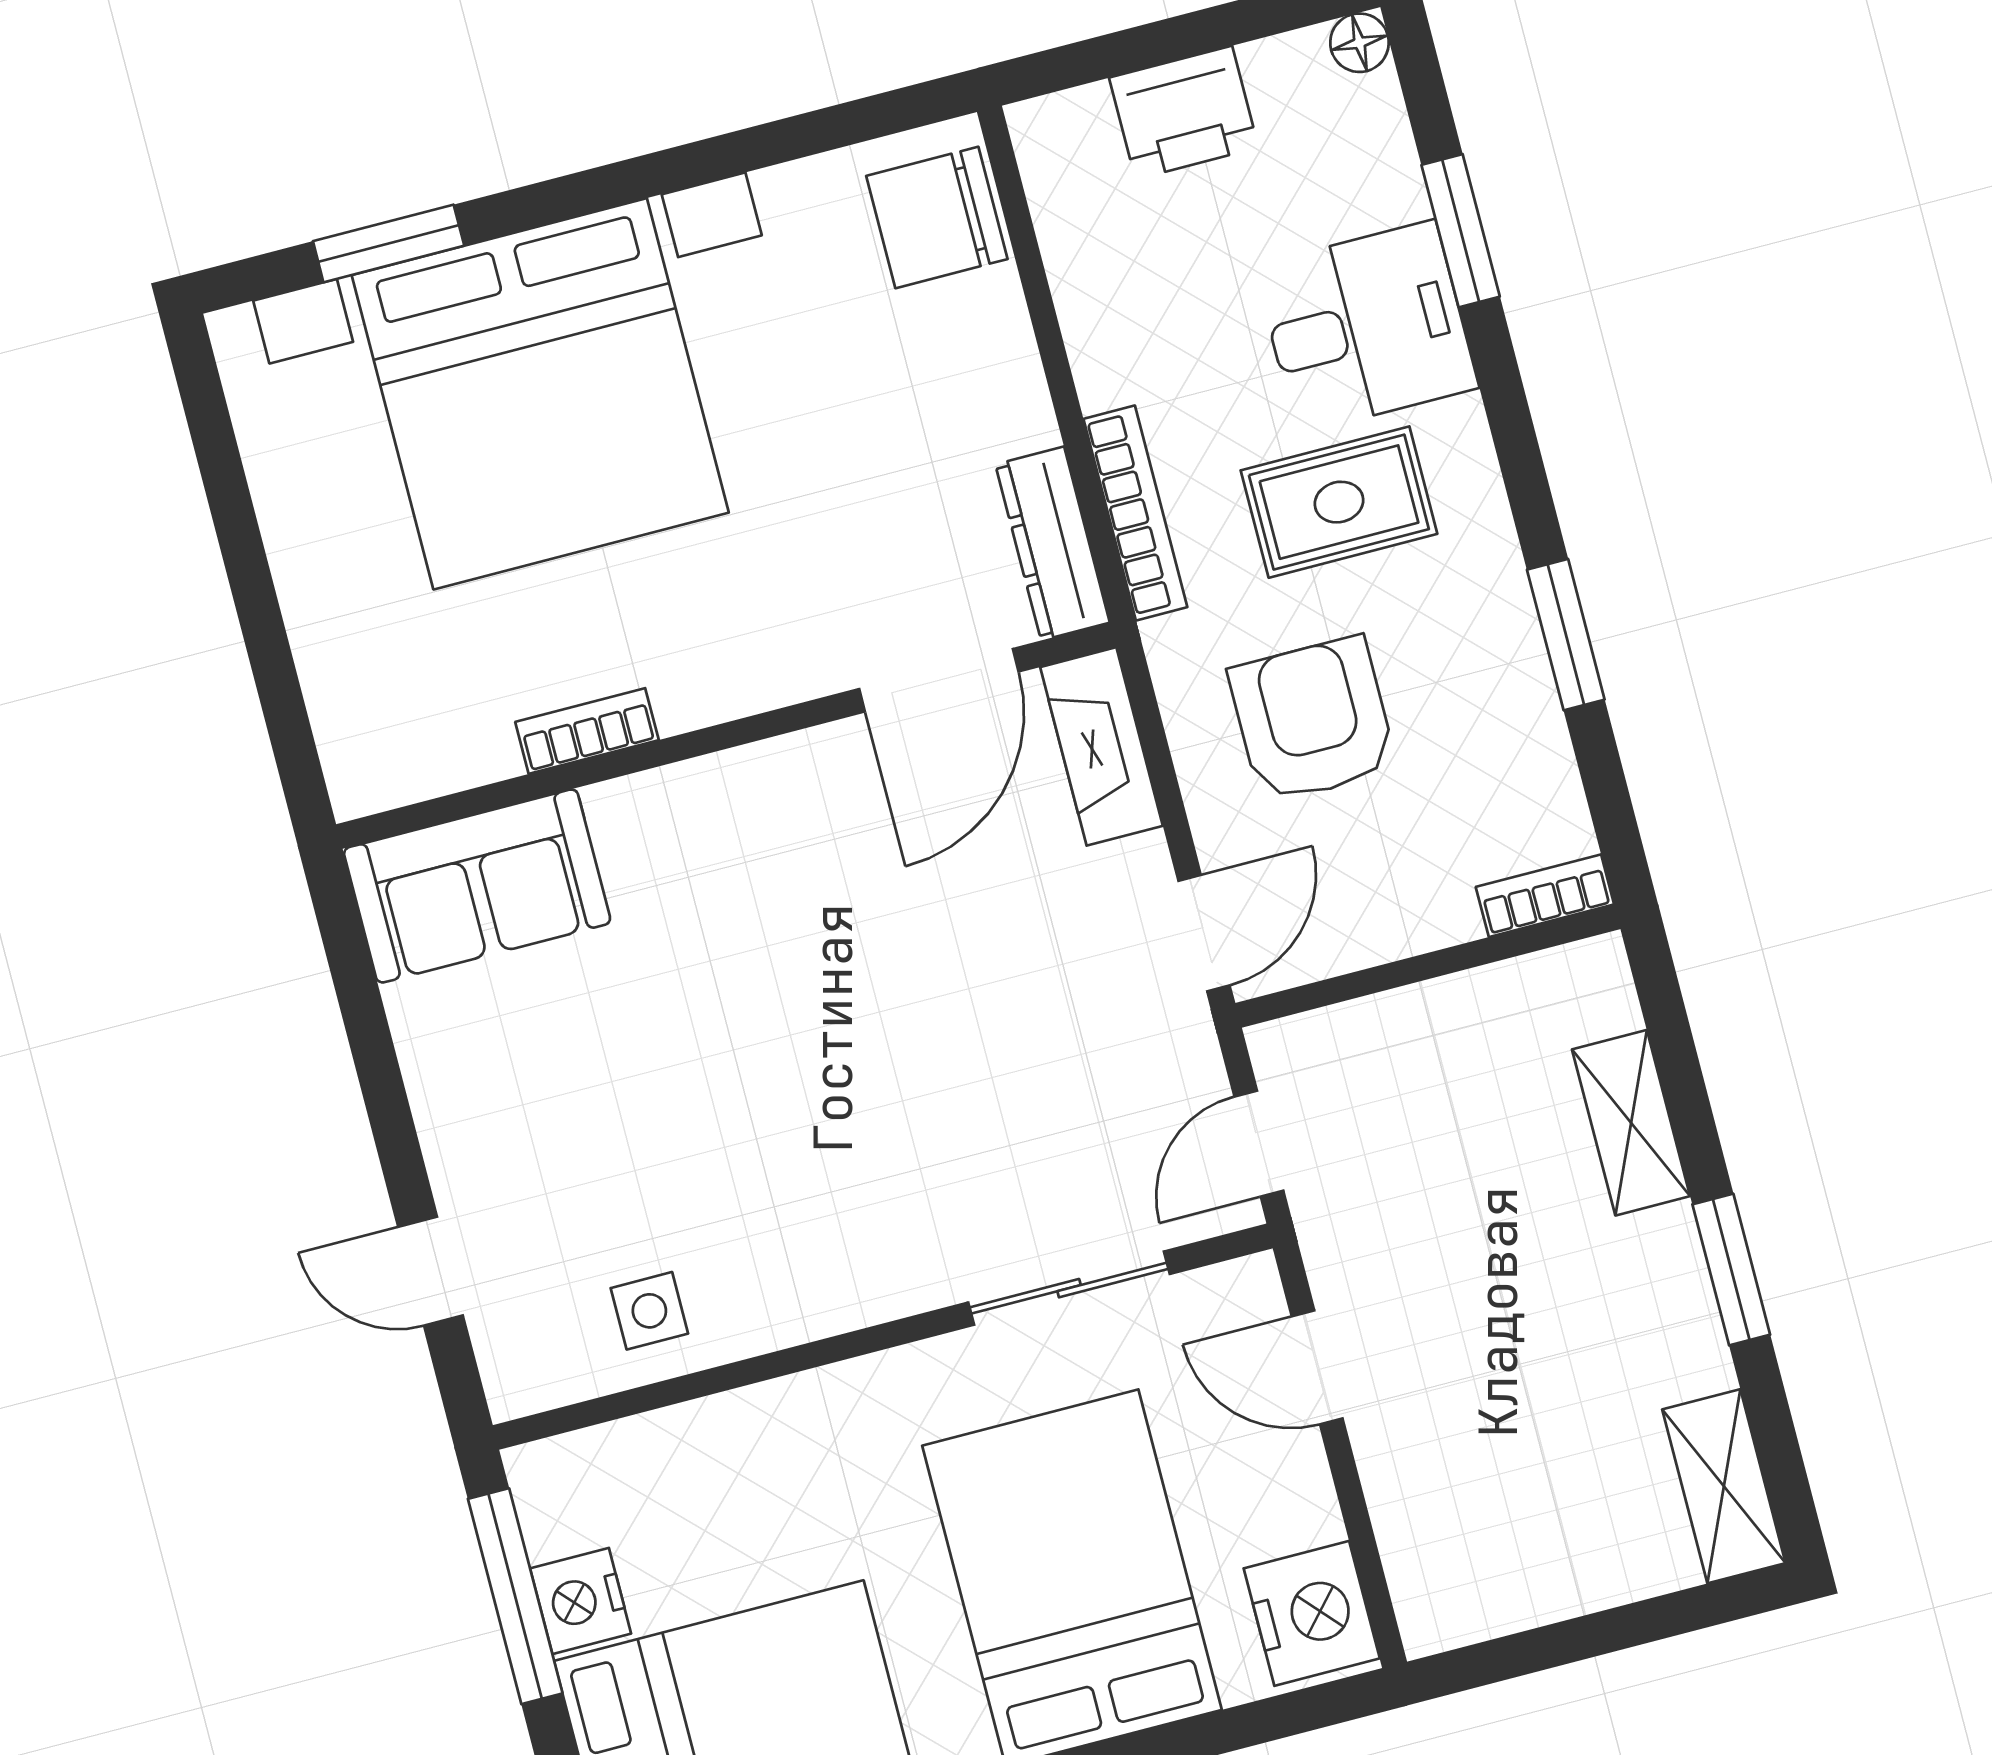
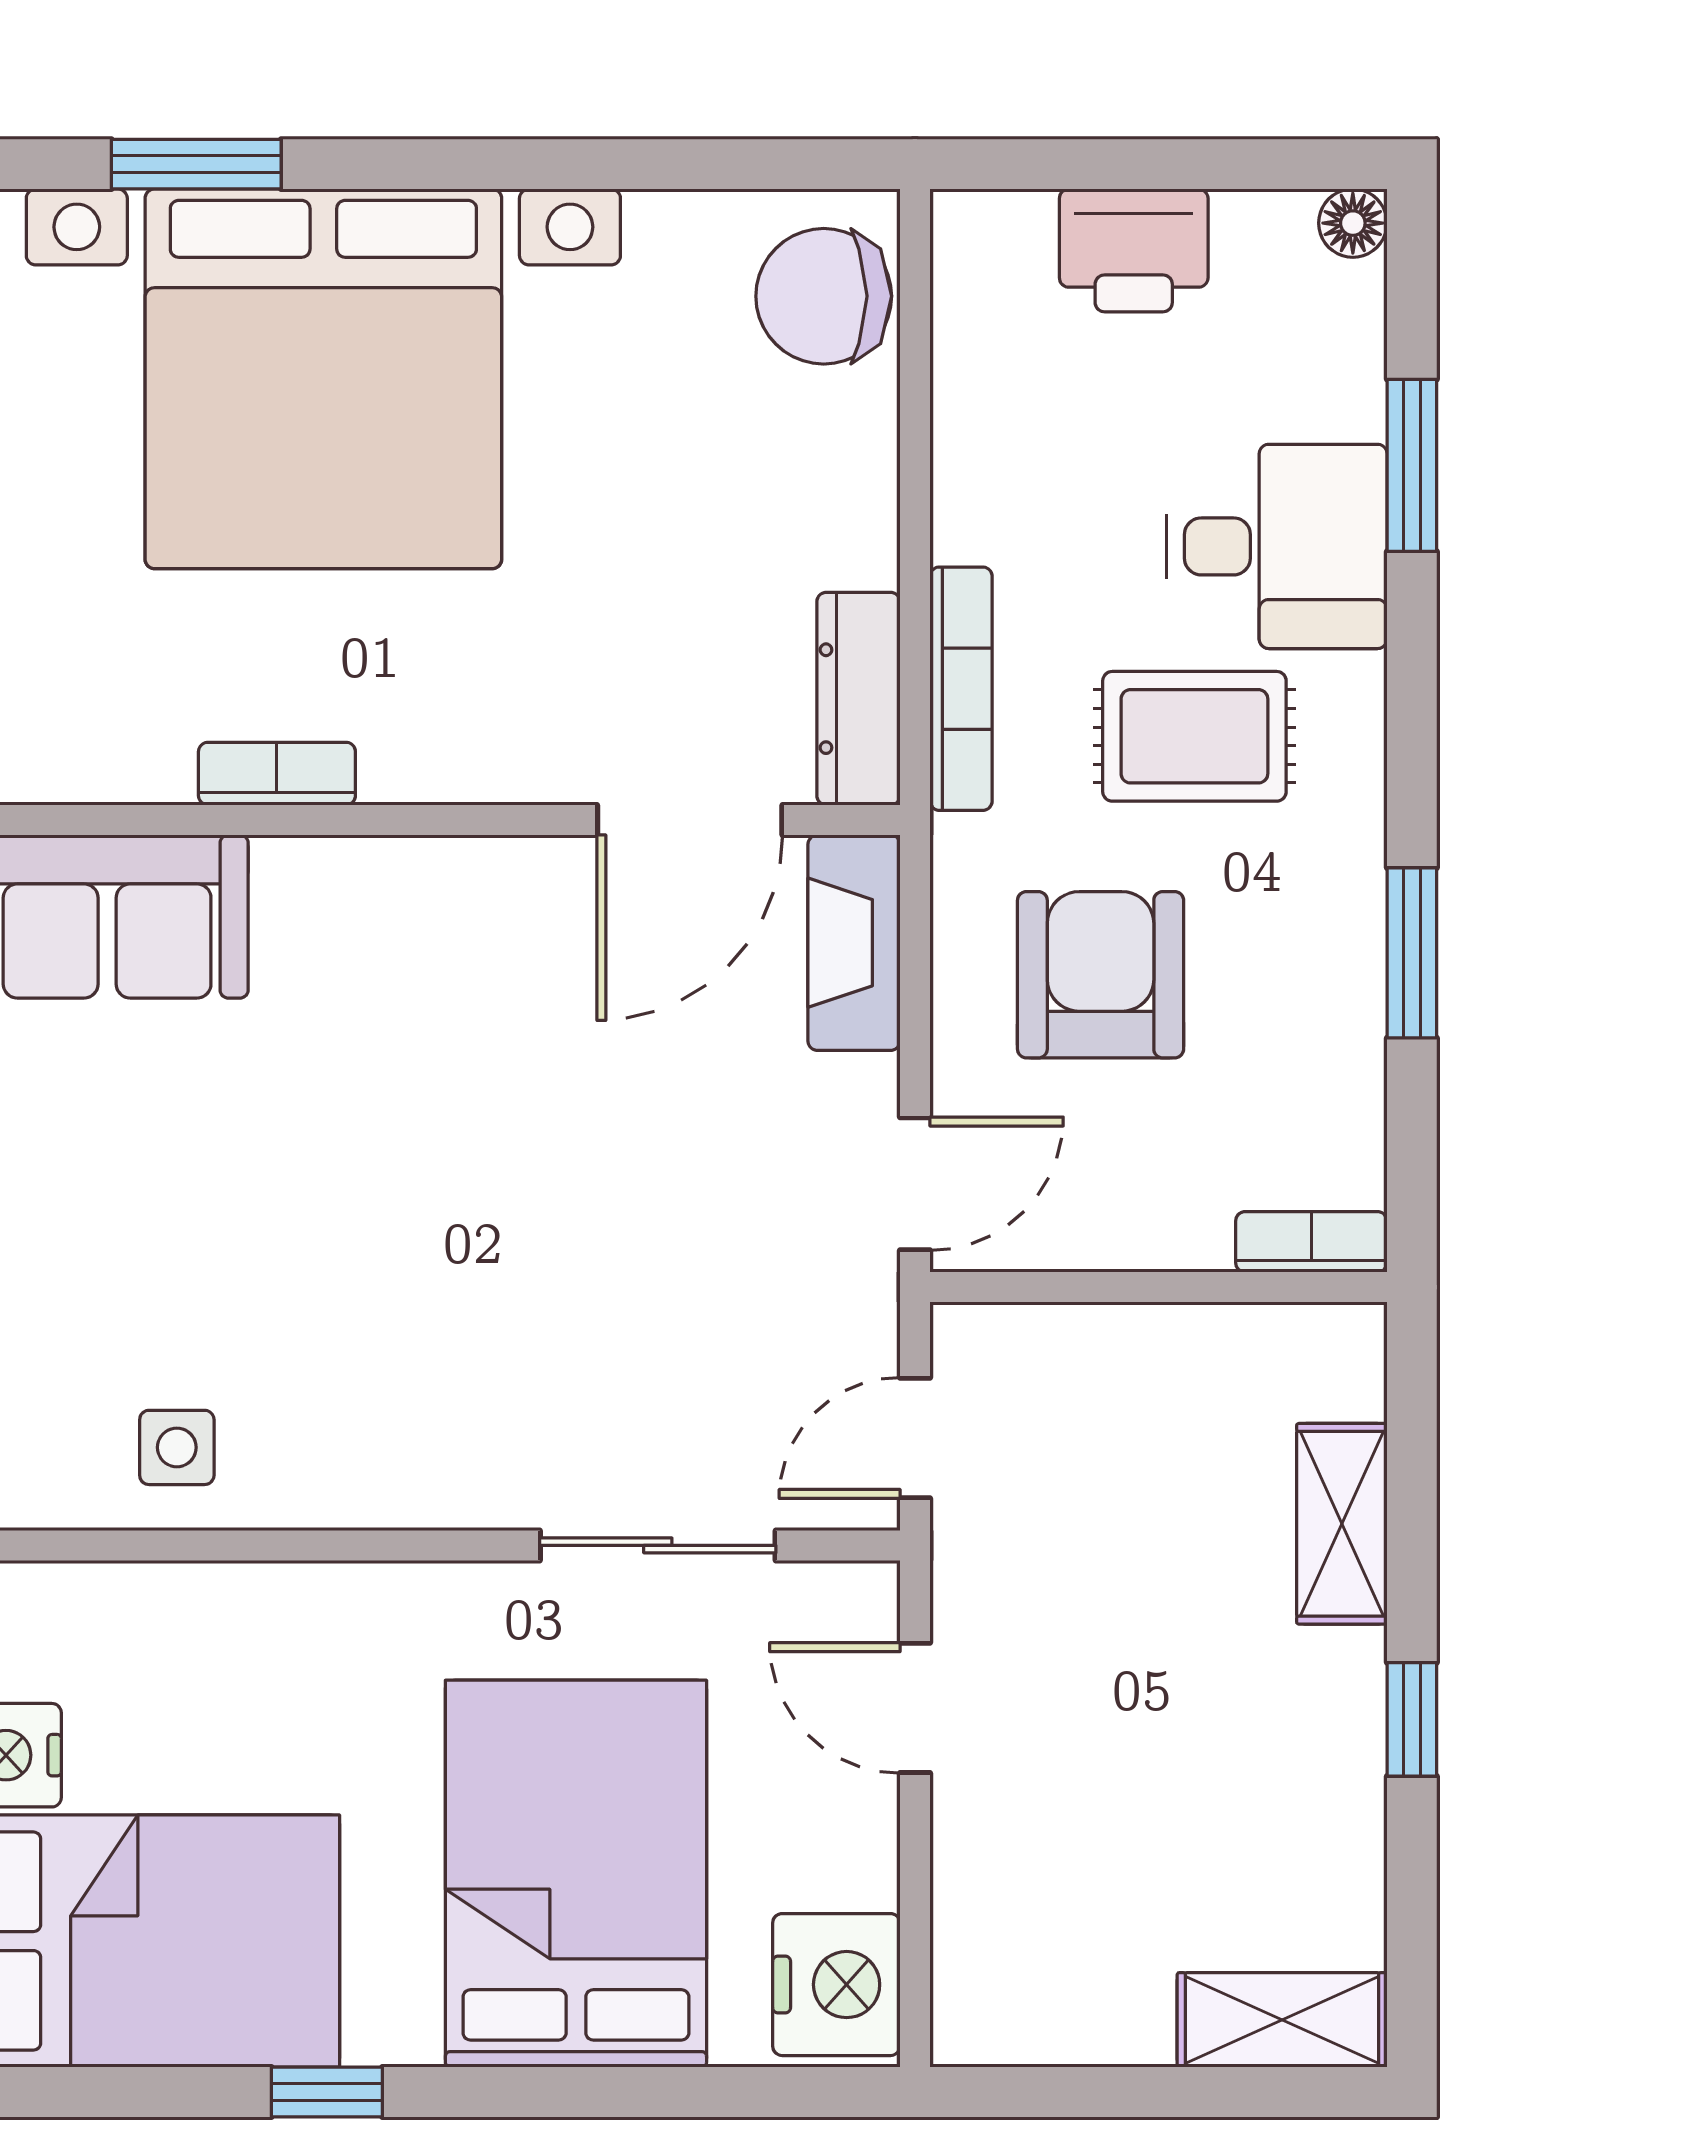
window: (1731, 1270) -> (1412, 1719), width x0.67
shelving: (1724, 1486) -> (1282, 2020), moved, turned 90

